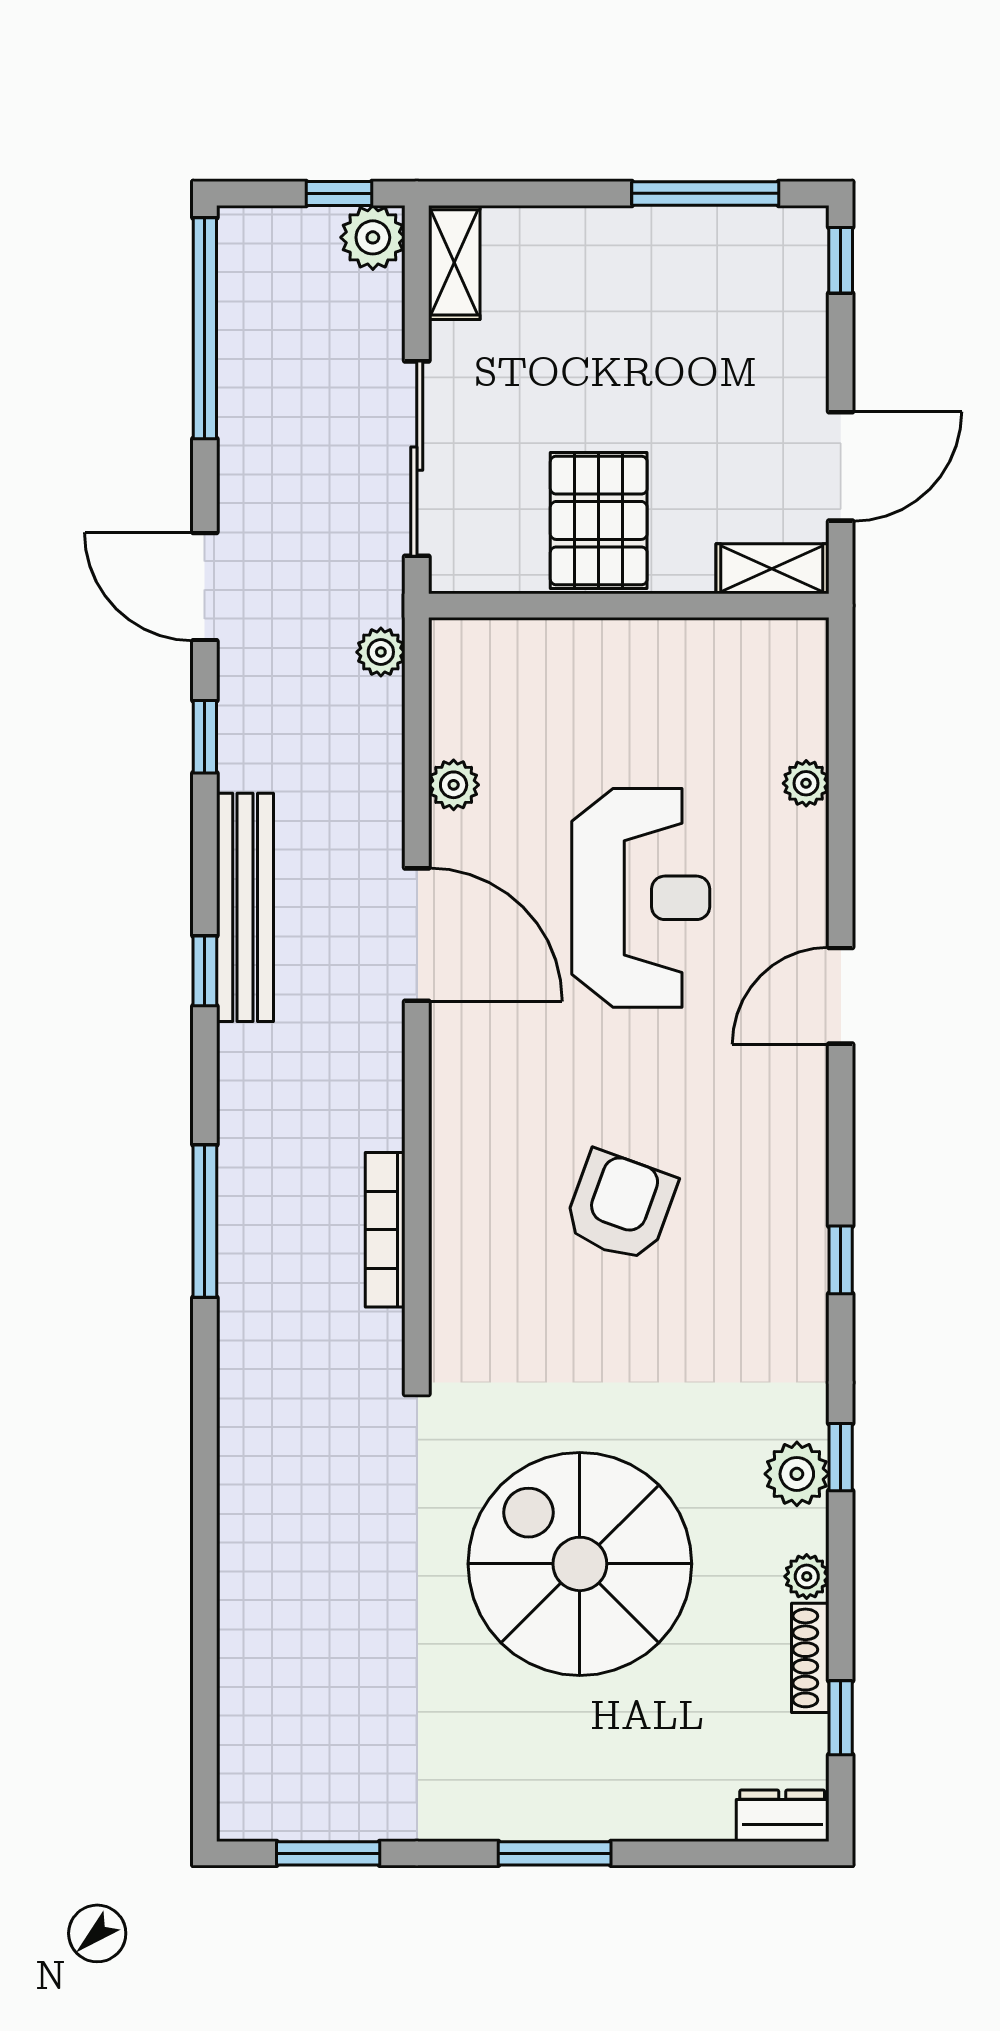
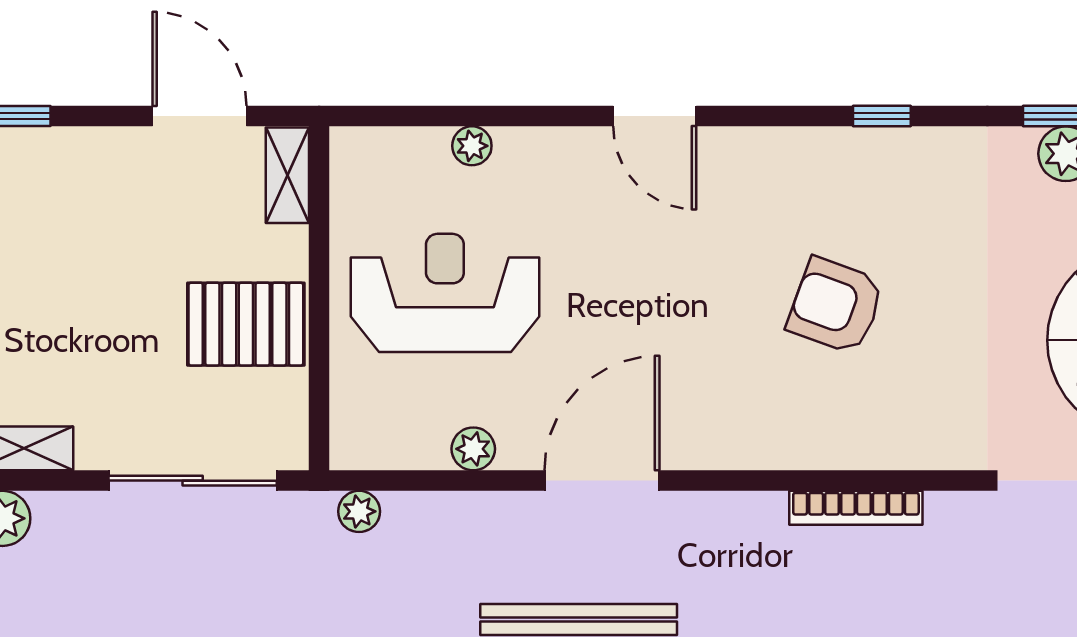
reception desk: (641, 898) -> (445, 293), moved

